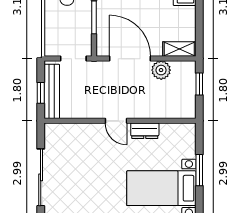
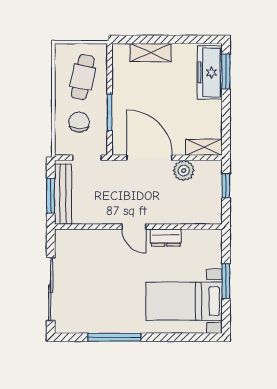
chair: (66, 26) -> (79, 122), added
window: (41, 93) -> (51, 196), width x1.50

